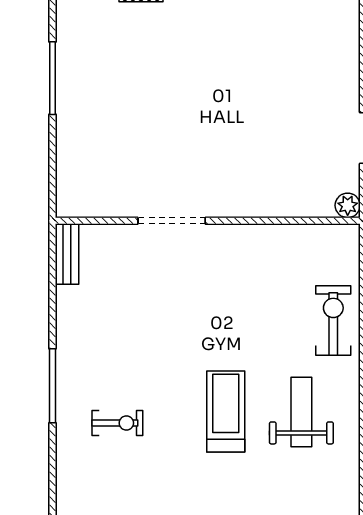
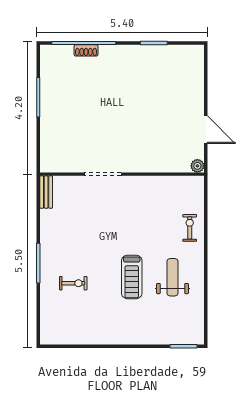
exercise bike: (333, 320) -> (190, 228), width x0.73, depth x0.72
treadmill: (226, 411) -> (132, 277), turned 180

